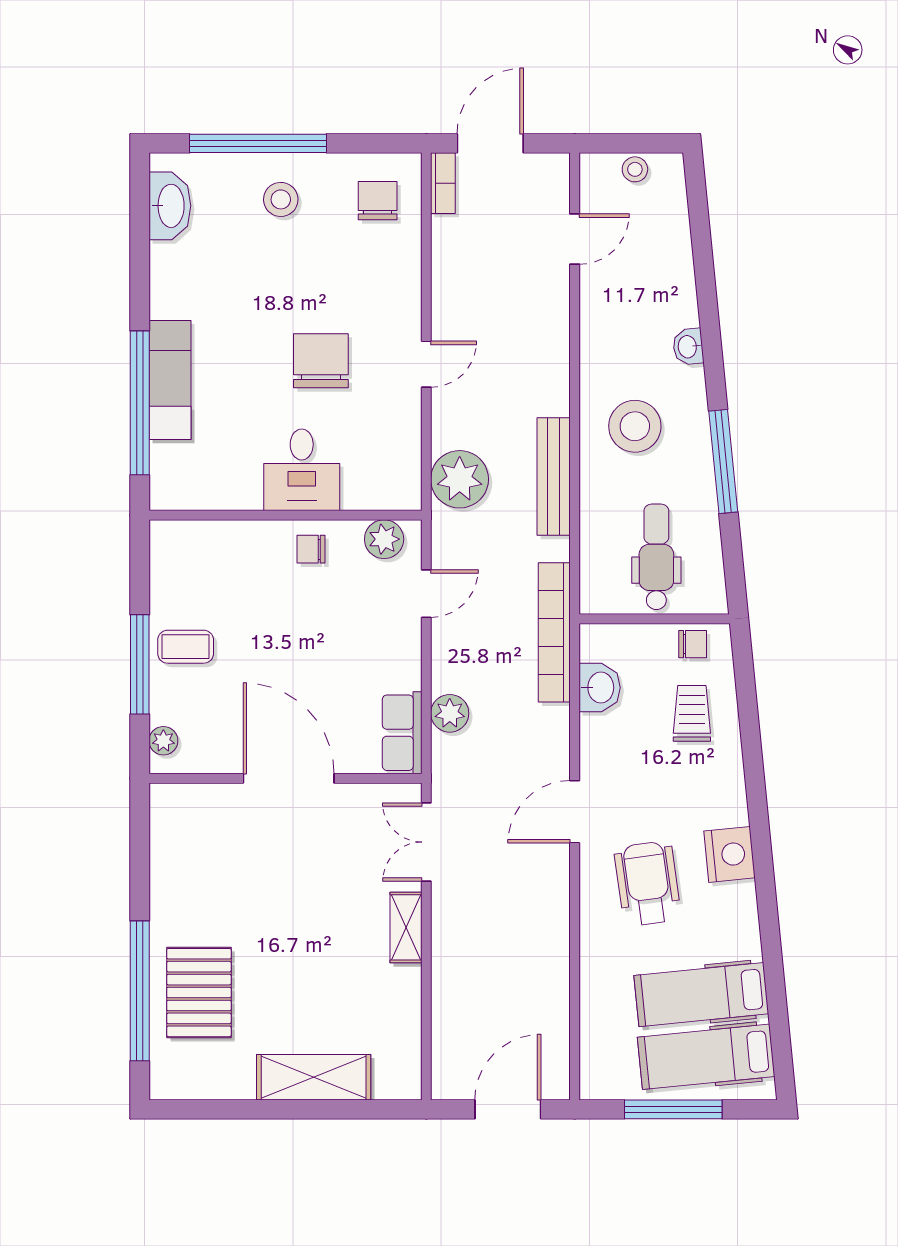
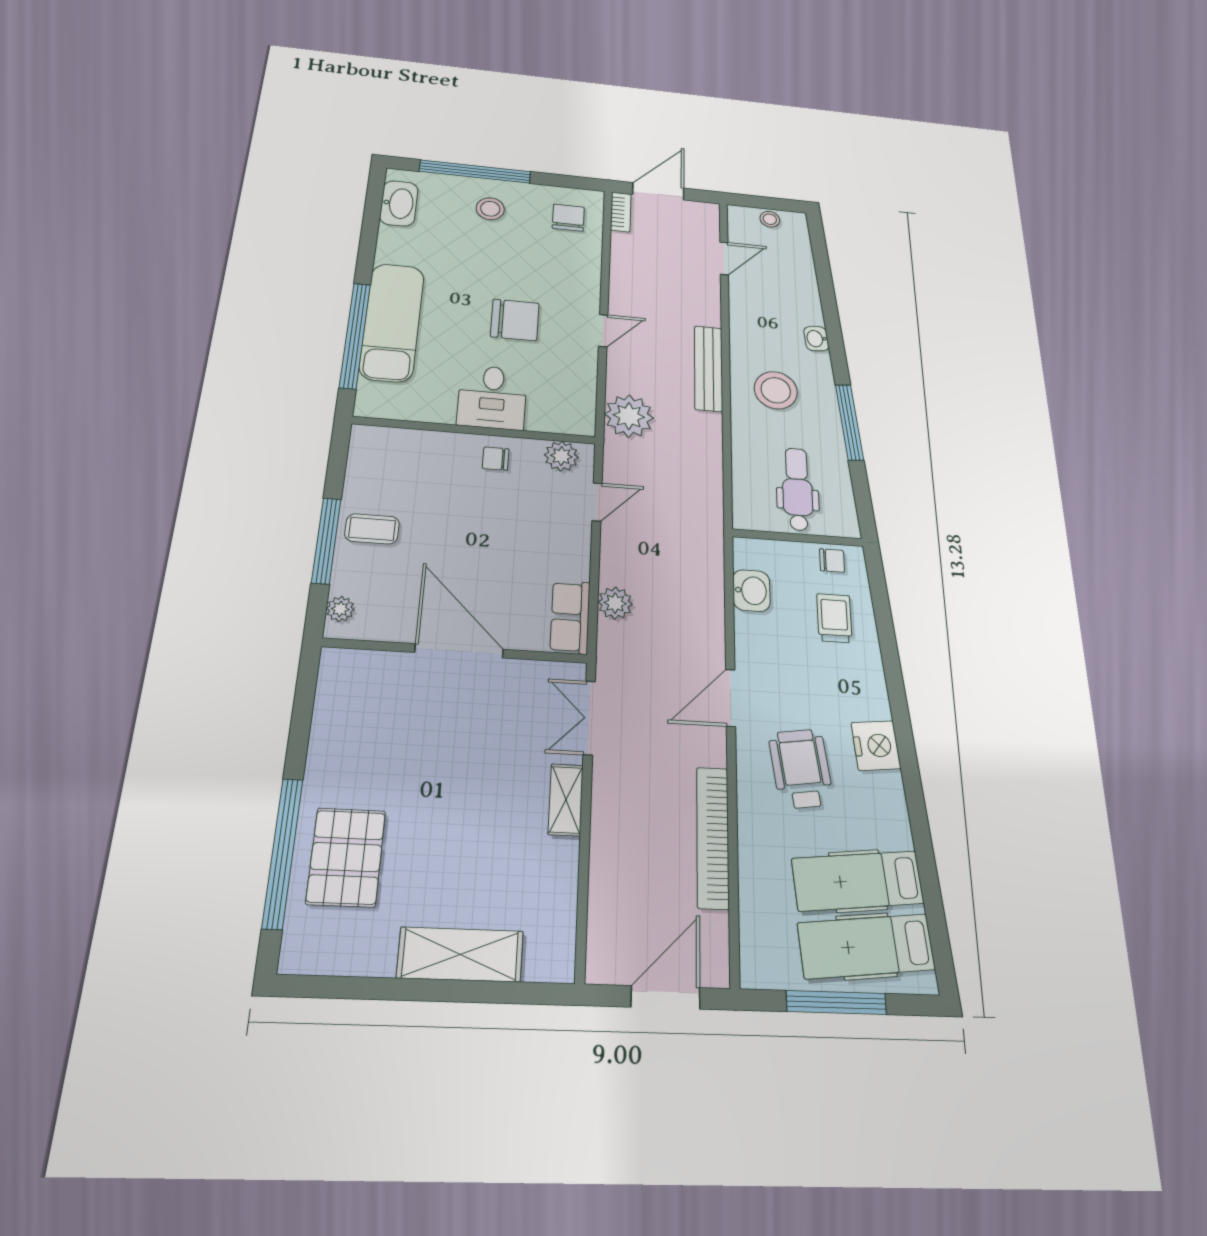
chair: (321, 361) -> (515, 320), turned 90
exam couch: (170, 380) -> (392, 322), width x1.36, depth x1.45
bench: (554, 476) -> (708, 368), moved
bookcase: (554, 632) -> (713, 837), moved

